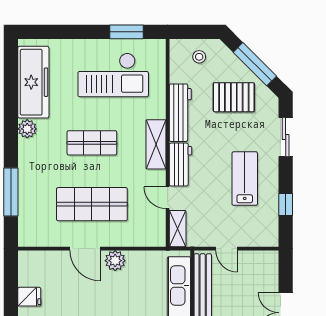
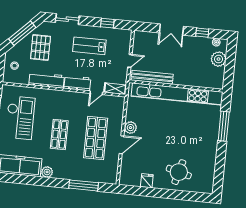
shelving: (156, 144) -> (64, 97), removed

